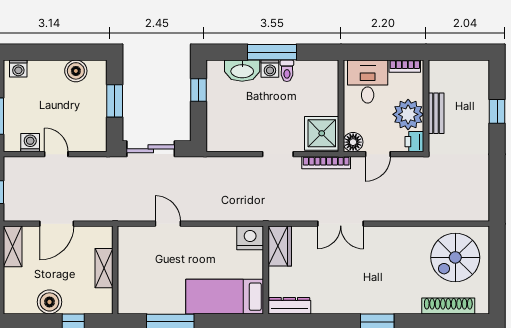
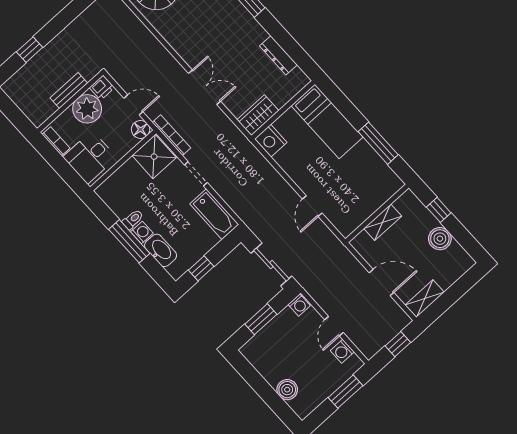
washing machine: (18, 69) -> (299, 305), moved, turned 90
boiler: (76, 71) -> (287, 390), moved
bathtub: (232, 140) -> (214, 214), added
dresser: (289, 306) -> (278, 55), moved

